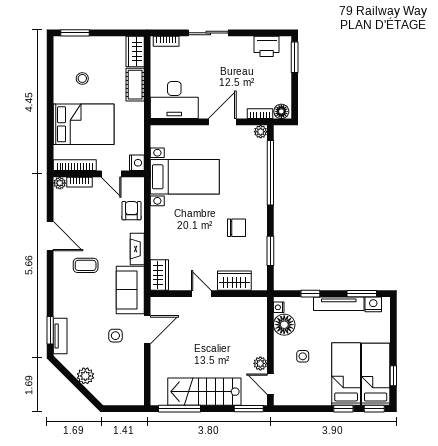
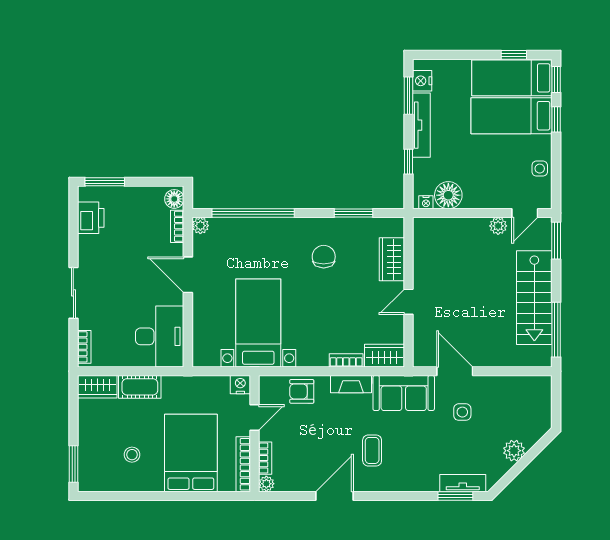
bookcase: (156, 245) -> (346, 360), added
side table: (303, 356) -> (540, 169), moved

